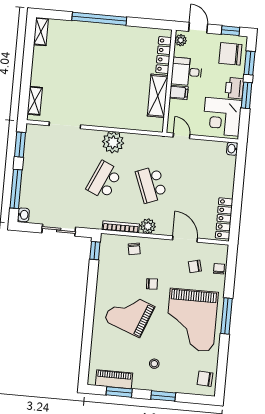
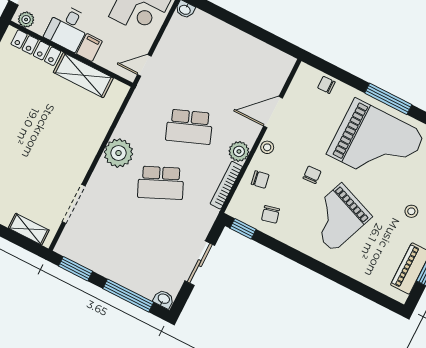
school desk: (104, 180) -> (161, 183), turned -48
locker: (224, 218) -> (267, 54), removed
stool: (159, 245) -> (267, 147), added
chair: (195, 266) -> (271, 214), moved

